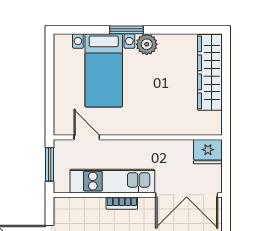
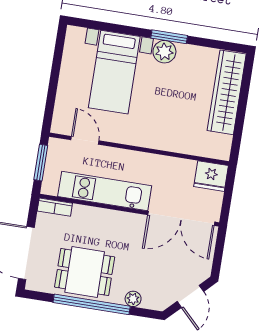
window: (127, 30) -> (169, 37), moved
bookcase: (122, 203) -> (55, 207), moved

